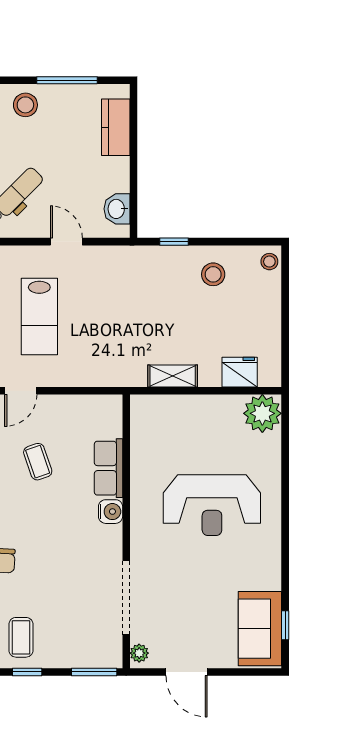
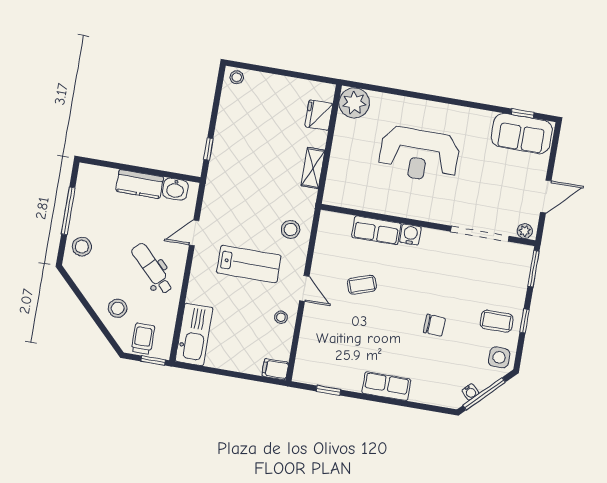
kitchen counter: (116, 127) -> (140, 184), moved
stool: (213, 274) -> (290, 229), moved
reception desk: (212, 505) -> (419, 155), turned 90

